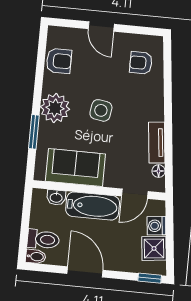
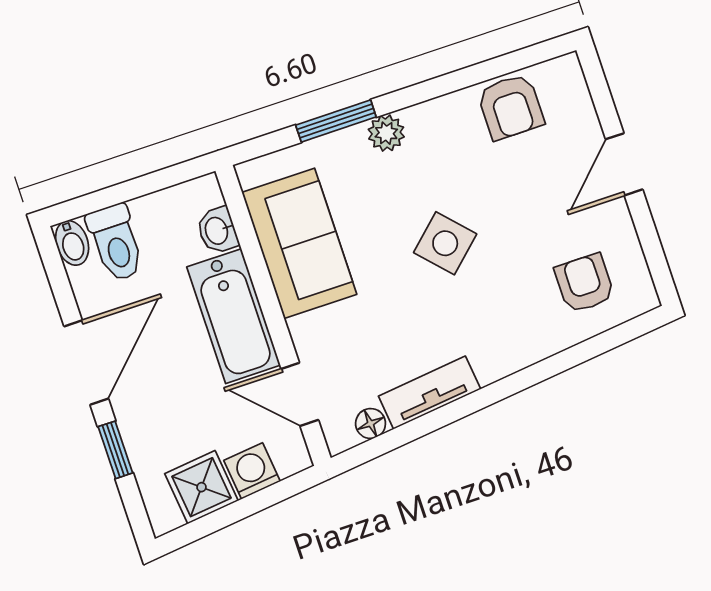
plant: (55, 108) -> (386, 133), width x0.53, depth x0.53
side table: (101, 110) -> (445, 243), turned 38
window: (150, 278) -> (115, 450), moved

